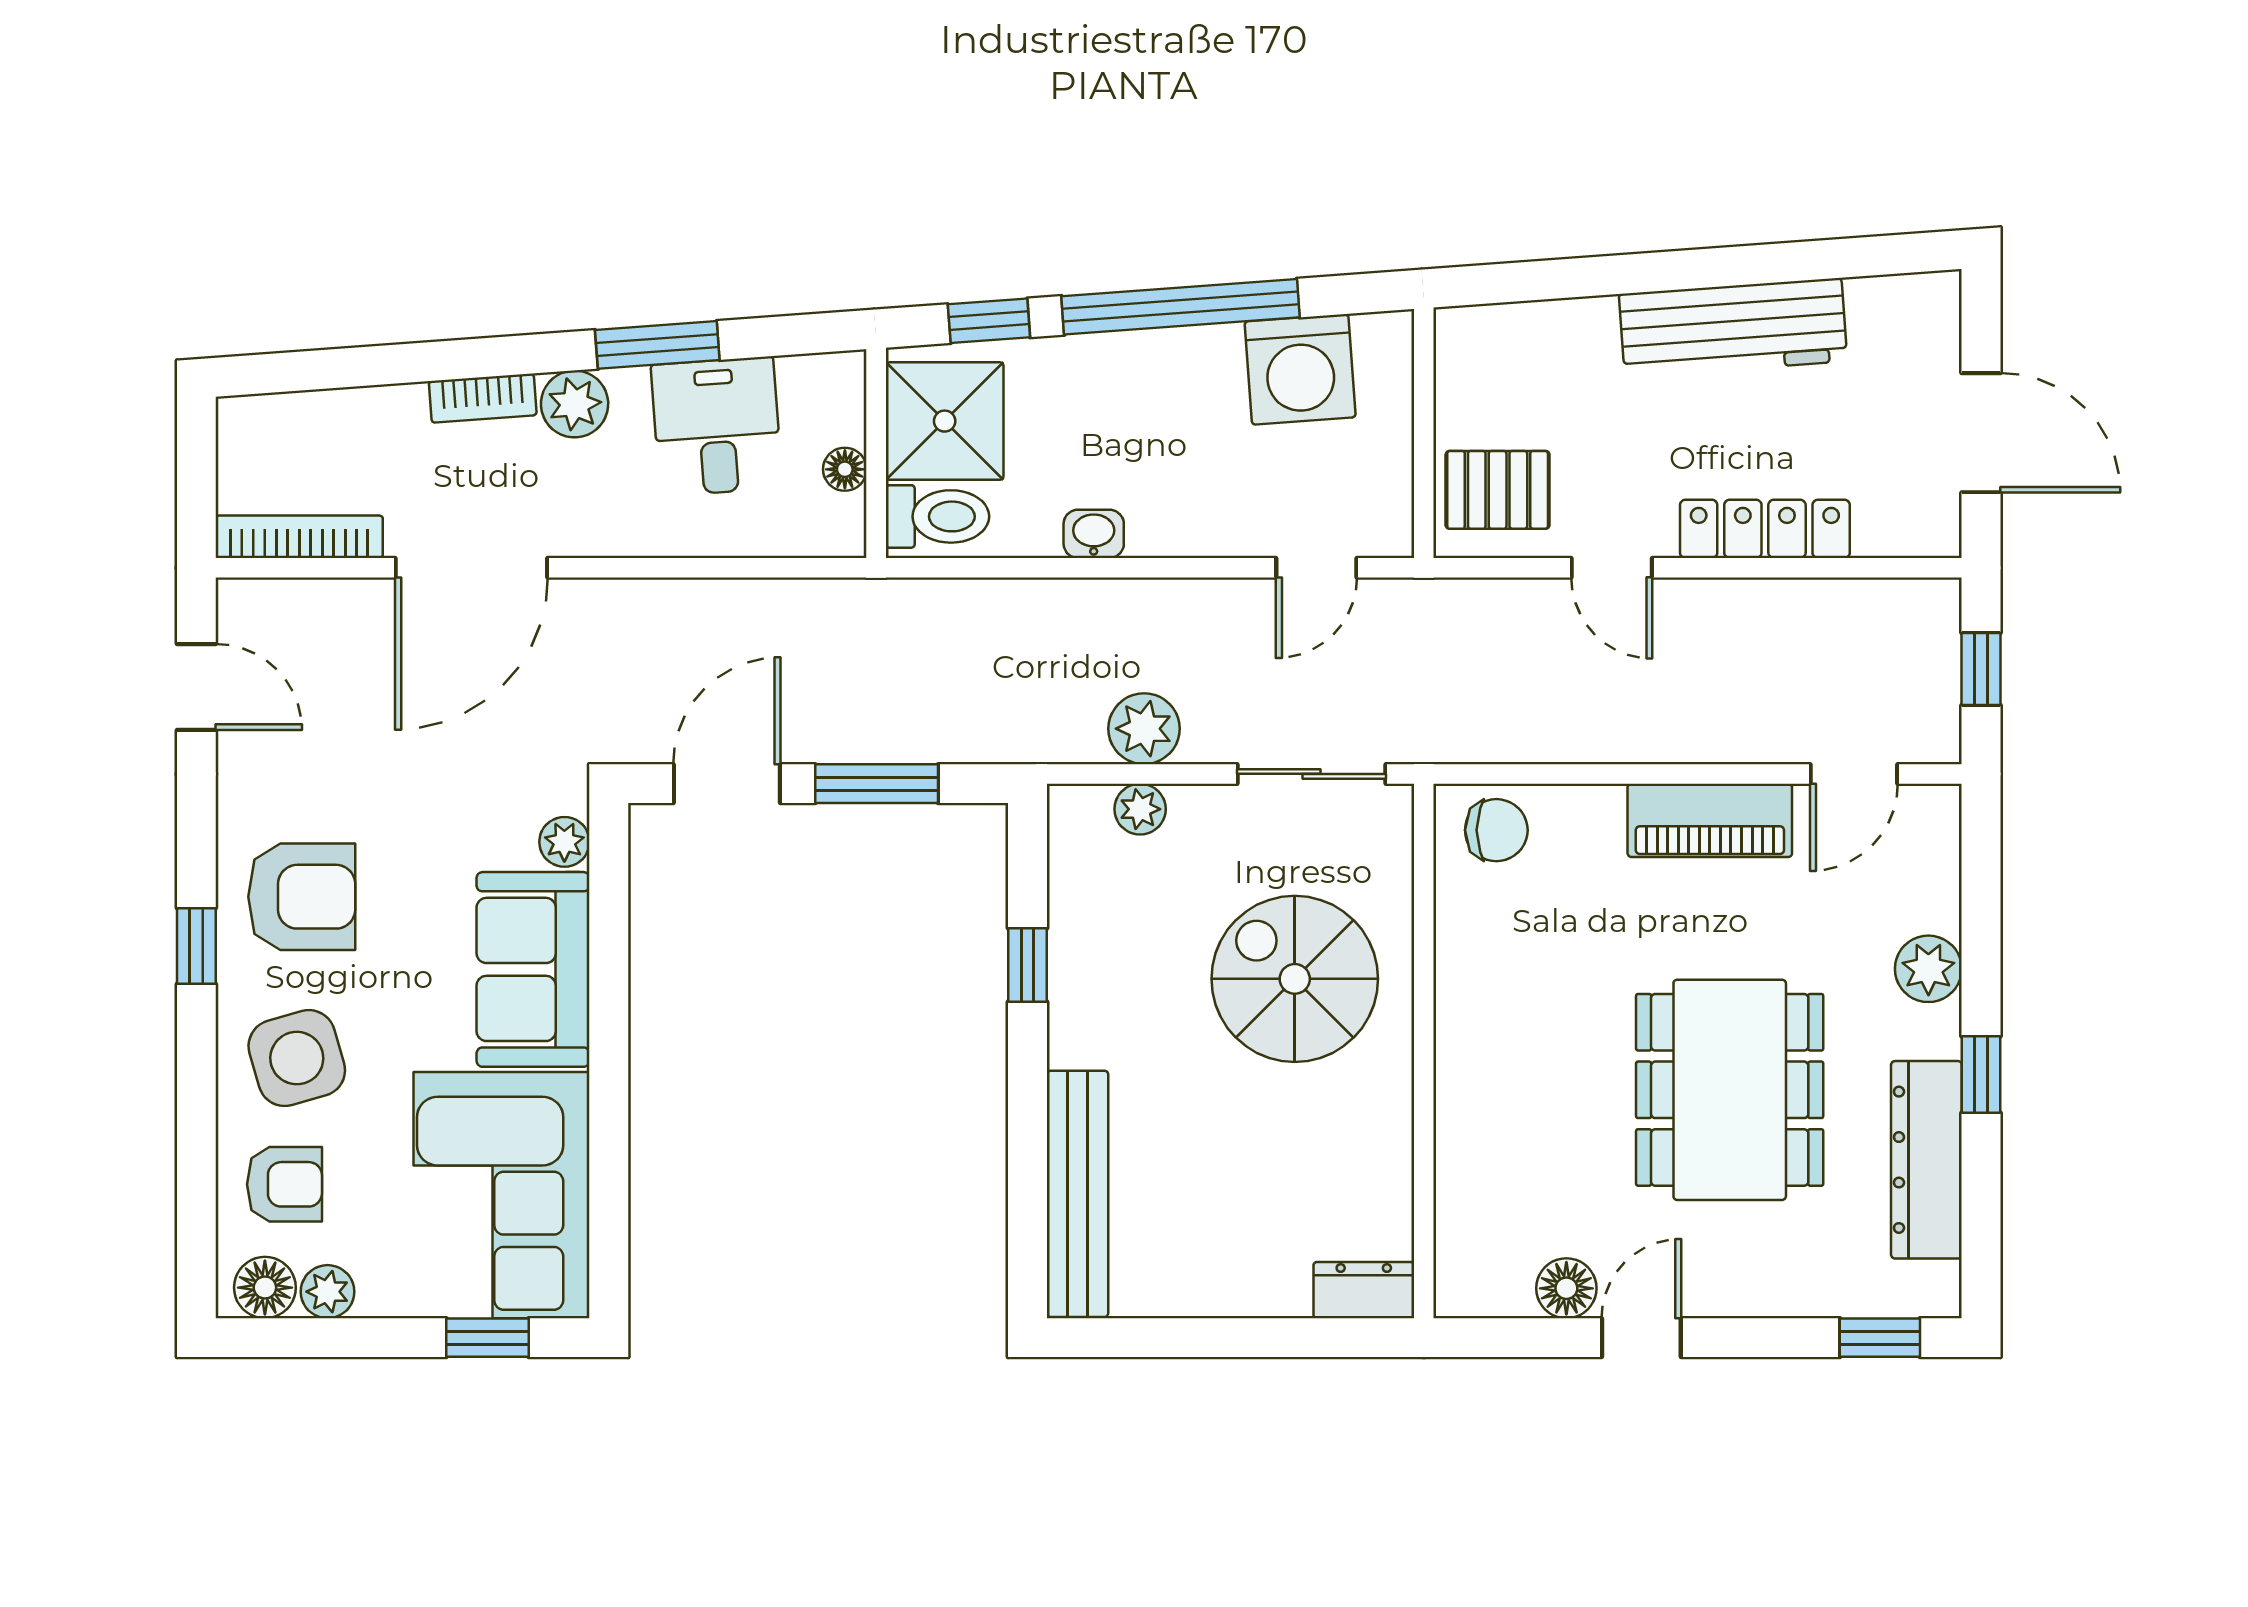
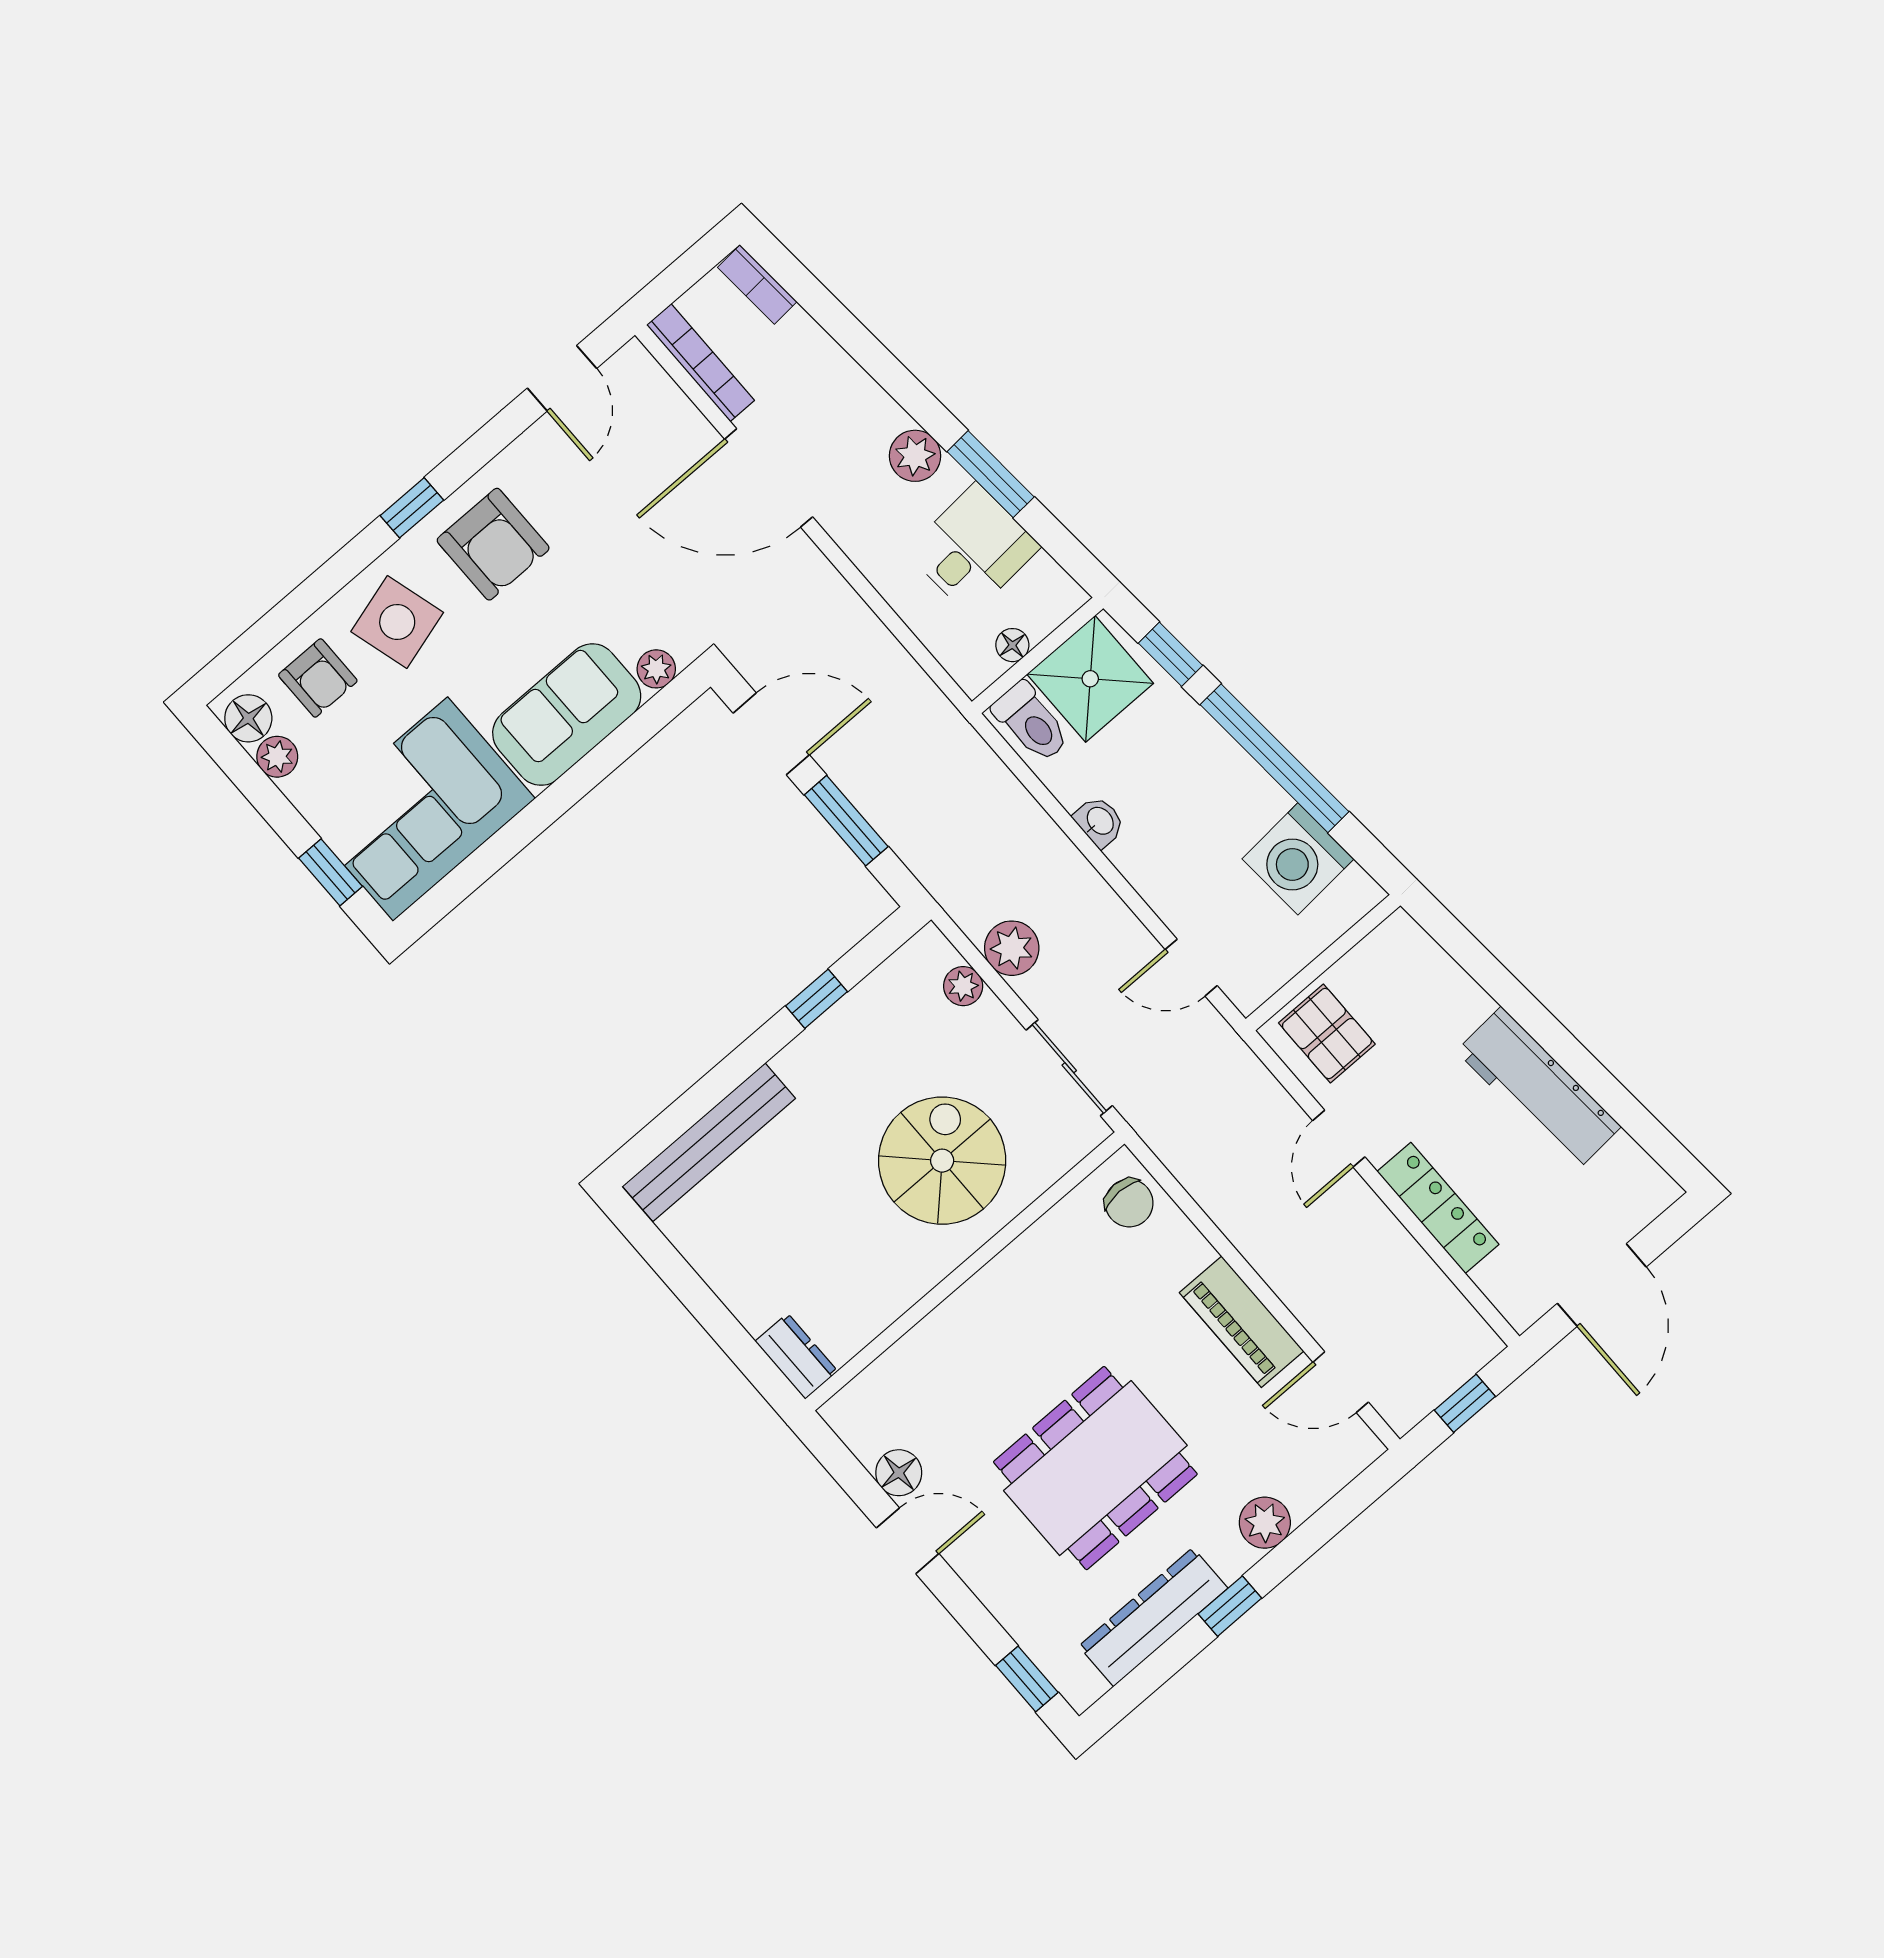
bookcase: (483, 398) -> (757, 284), moved

